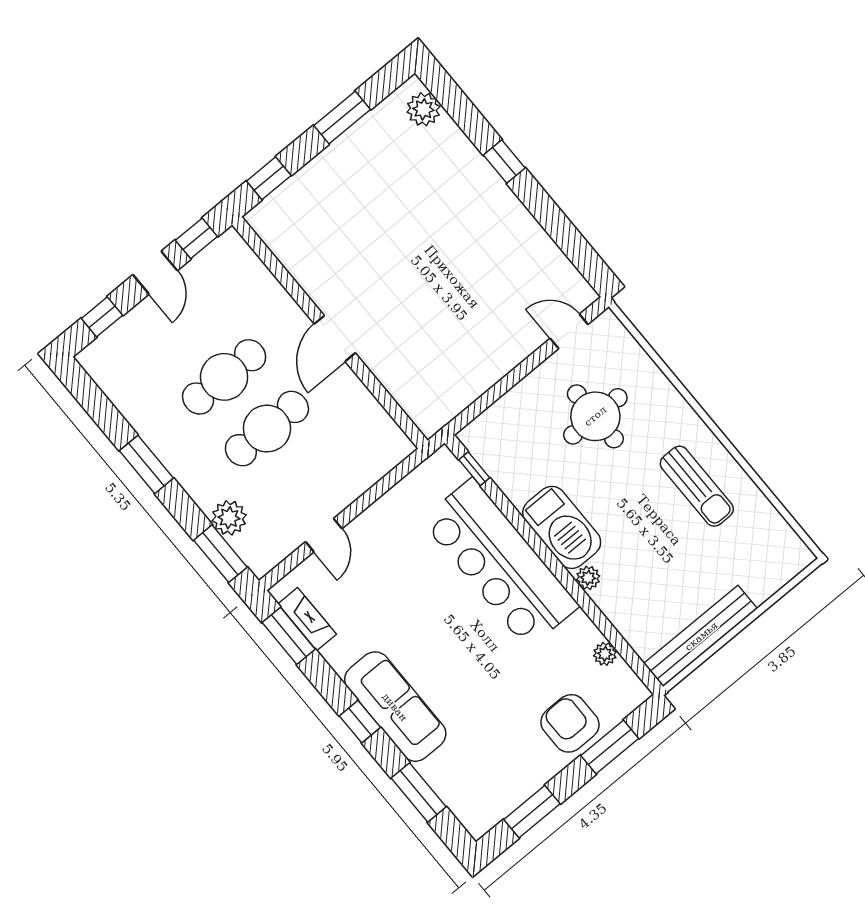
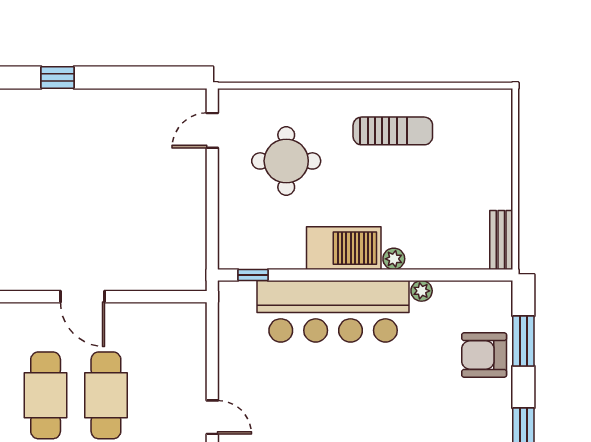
bench: (701, 636) -> (501, 240), width x0.54, depth x0.82
plant: (605, 654) -> (422, 291), moved

